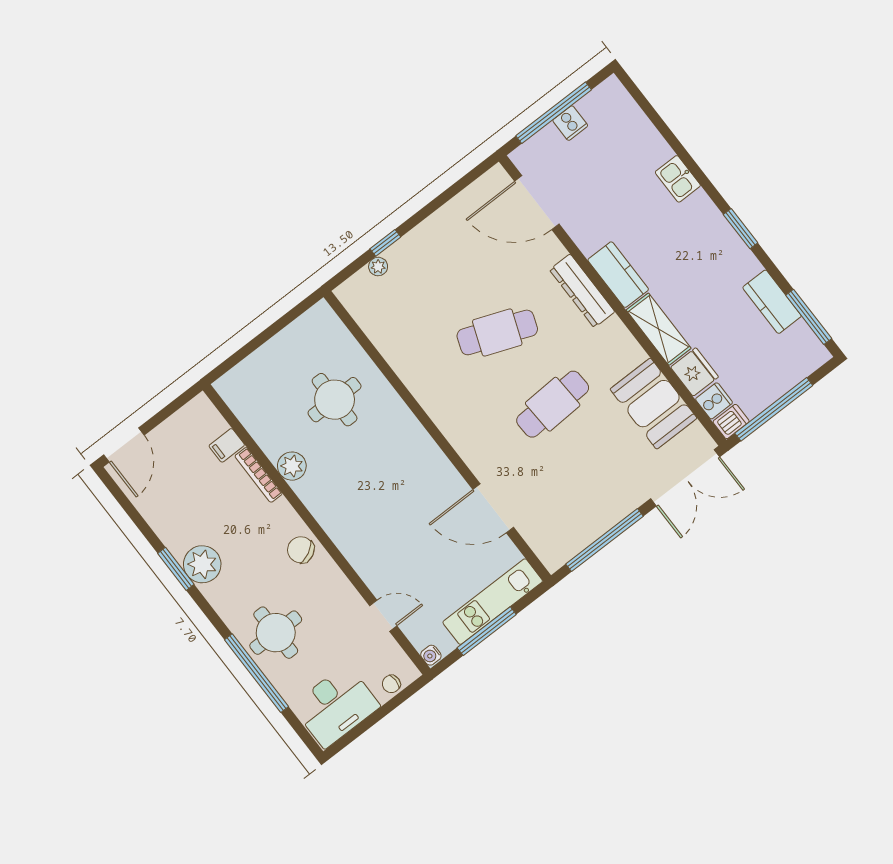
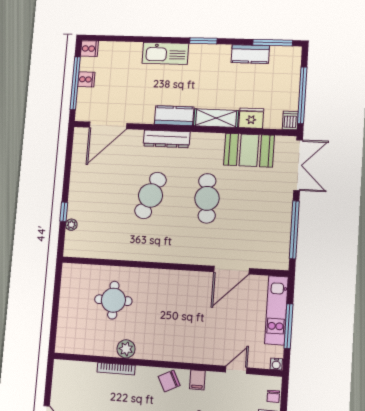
kitchen sink: (678, 179) -> (165, 53), width x1.87, depth x1.24
cooker: (714, 401) -> (89, 49), moved, turned 90
filing cabinet: (227, 445) -> (197, 380), moved

